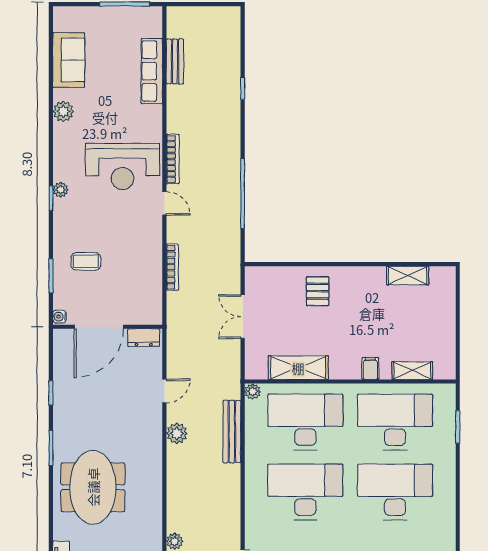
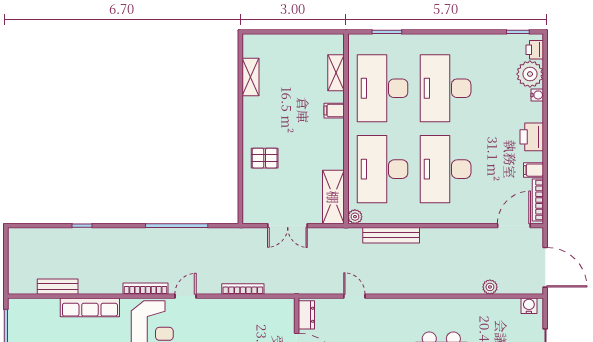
row of seats: (152, 71) -> (90, 307), moved
shelving: (298, 368) -> (333, 197), moved
plant: (177, 433) -> (393, 285), removed

